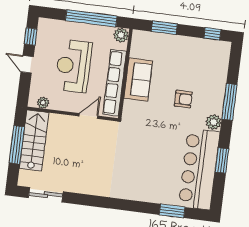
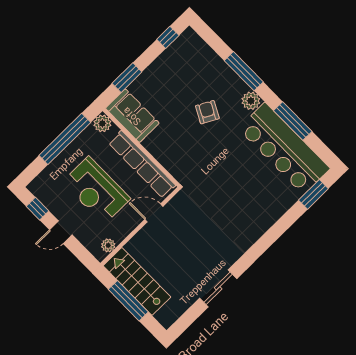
sofa: (138, 80) -> (132, 116), moved
armchair: (183, 99) -> (207, 112), turned -62
door: (89, 116) -> (154, 213), hinge flipped
window: (222, 160) -> (293, 121), width x1.44
sliding door: (46, 195) -> (218, 288), moved
window: (172, 211) -> (313, 194), moved

